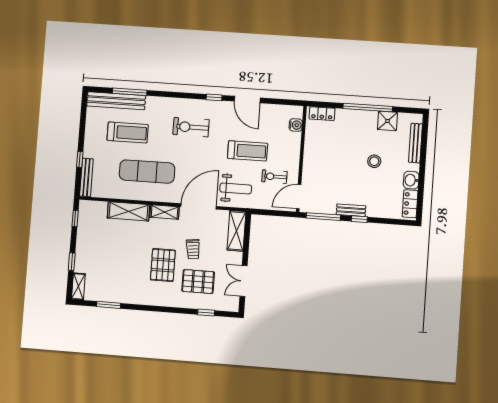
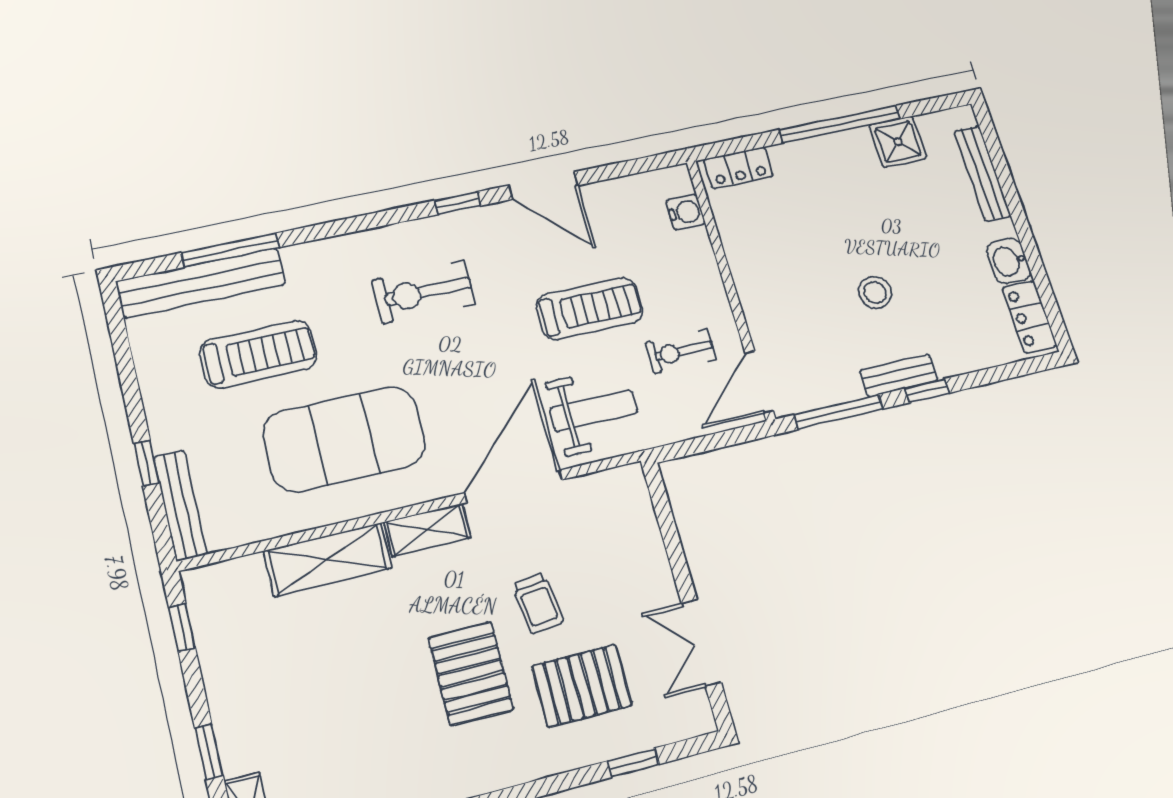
stool: (374, 161) -> (875, 293), moved
exercise mat: (147, 172) -> (344, 439), width x1.47
shelving: (236, 231) -> (635, 518), removed

